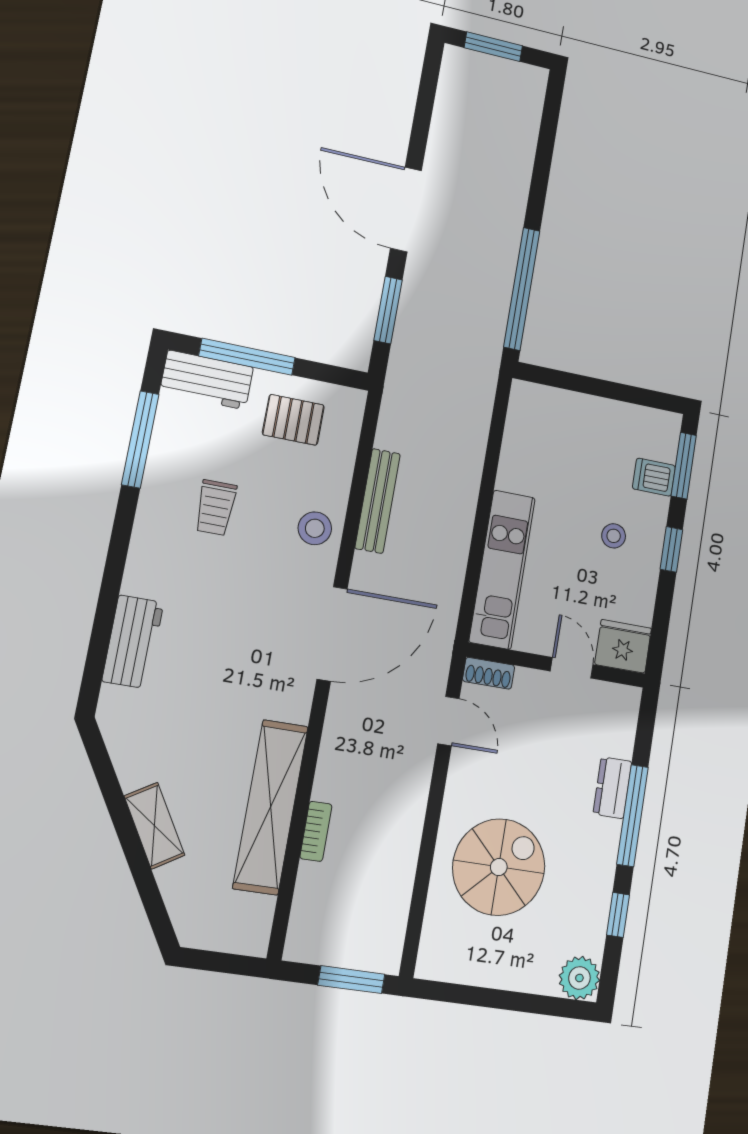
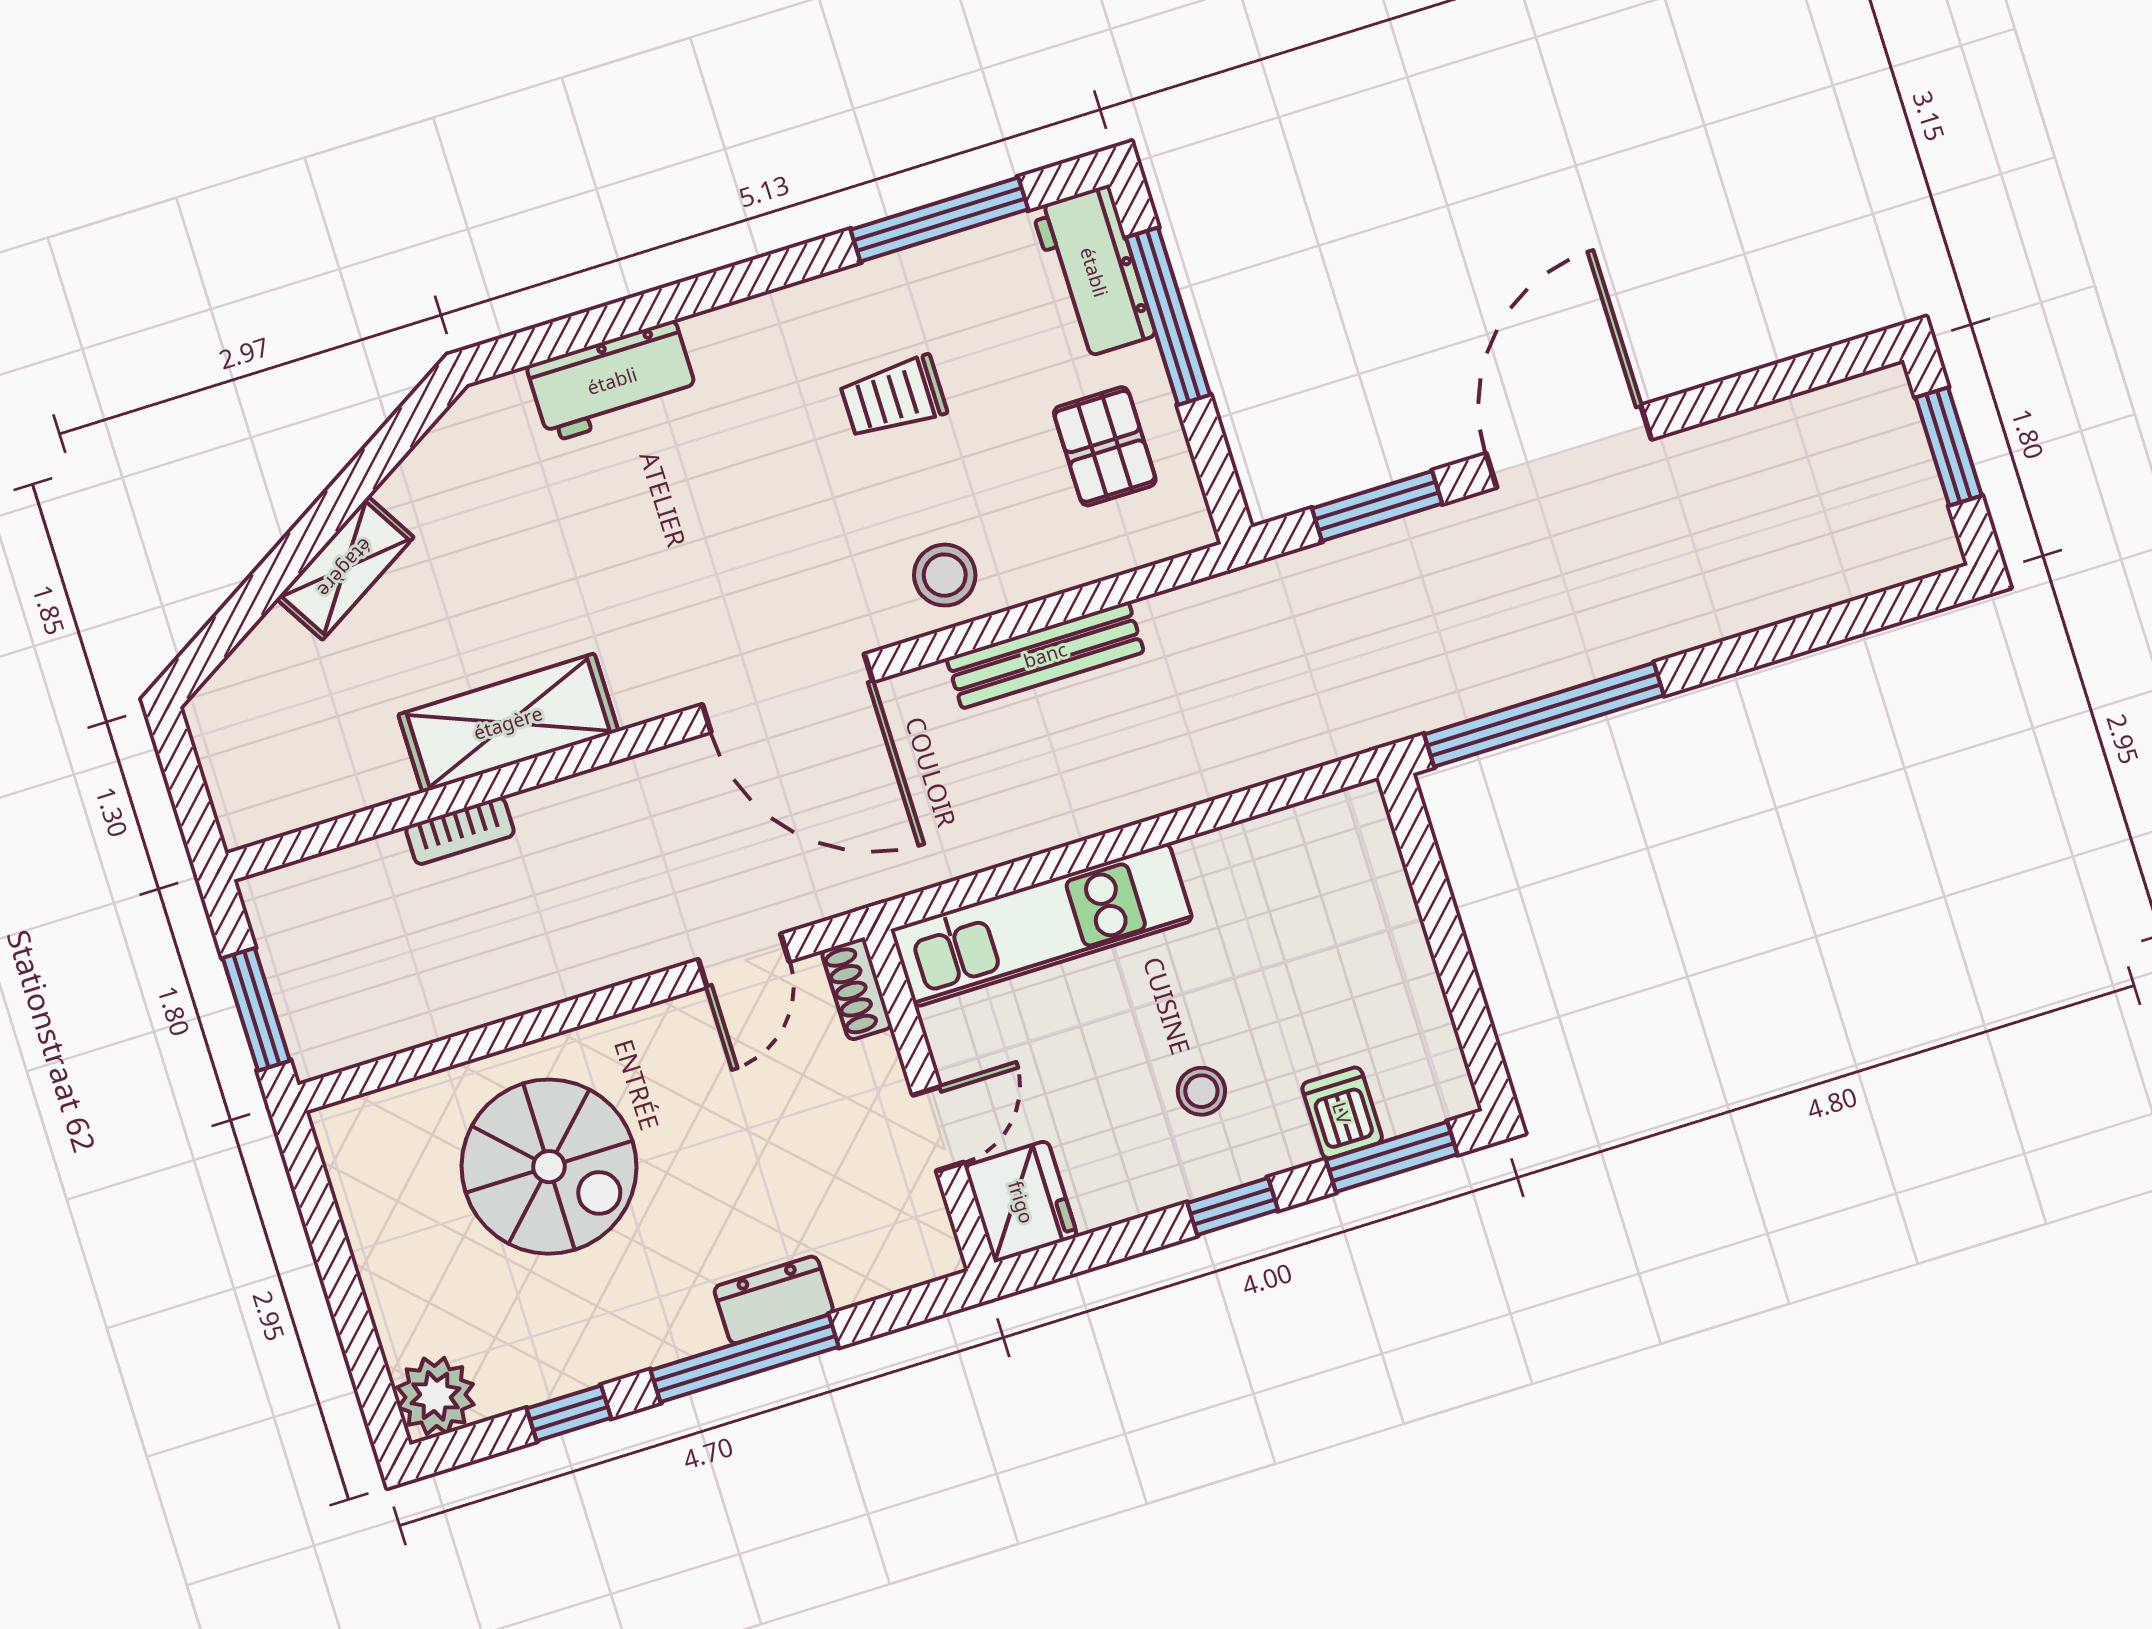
shelving: (271, 807) -> (508, 723), width x0.68

